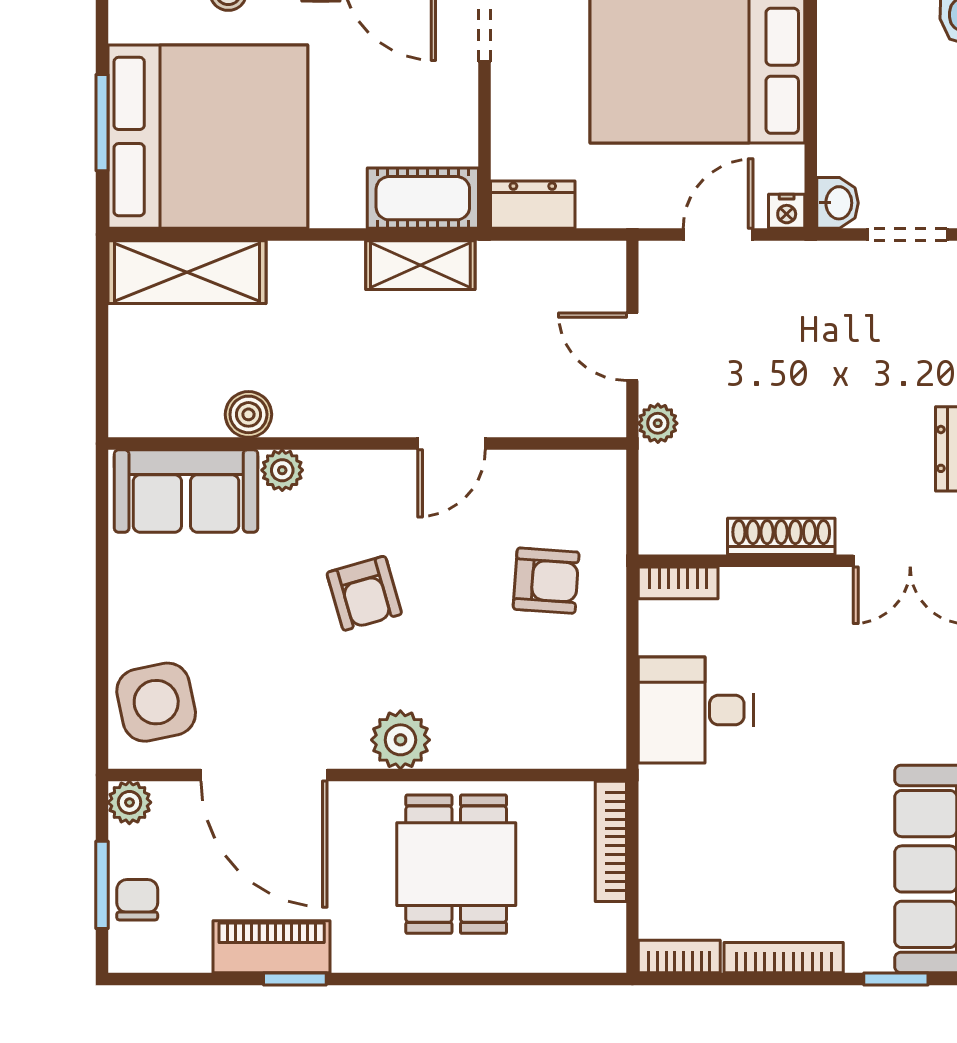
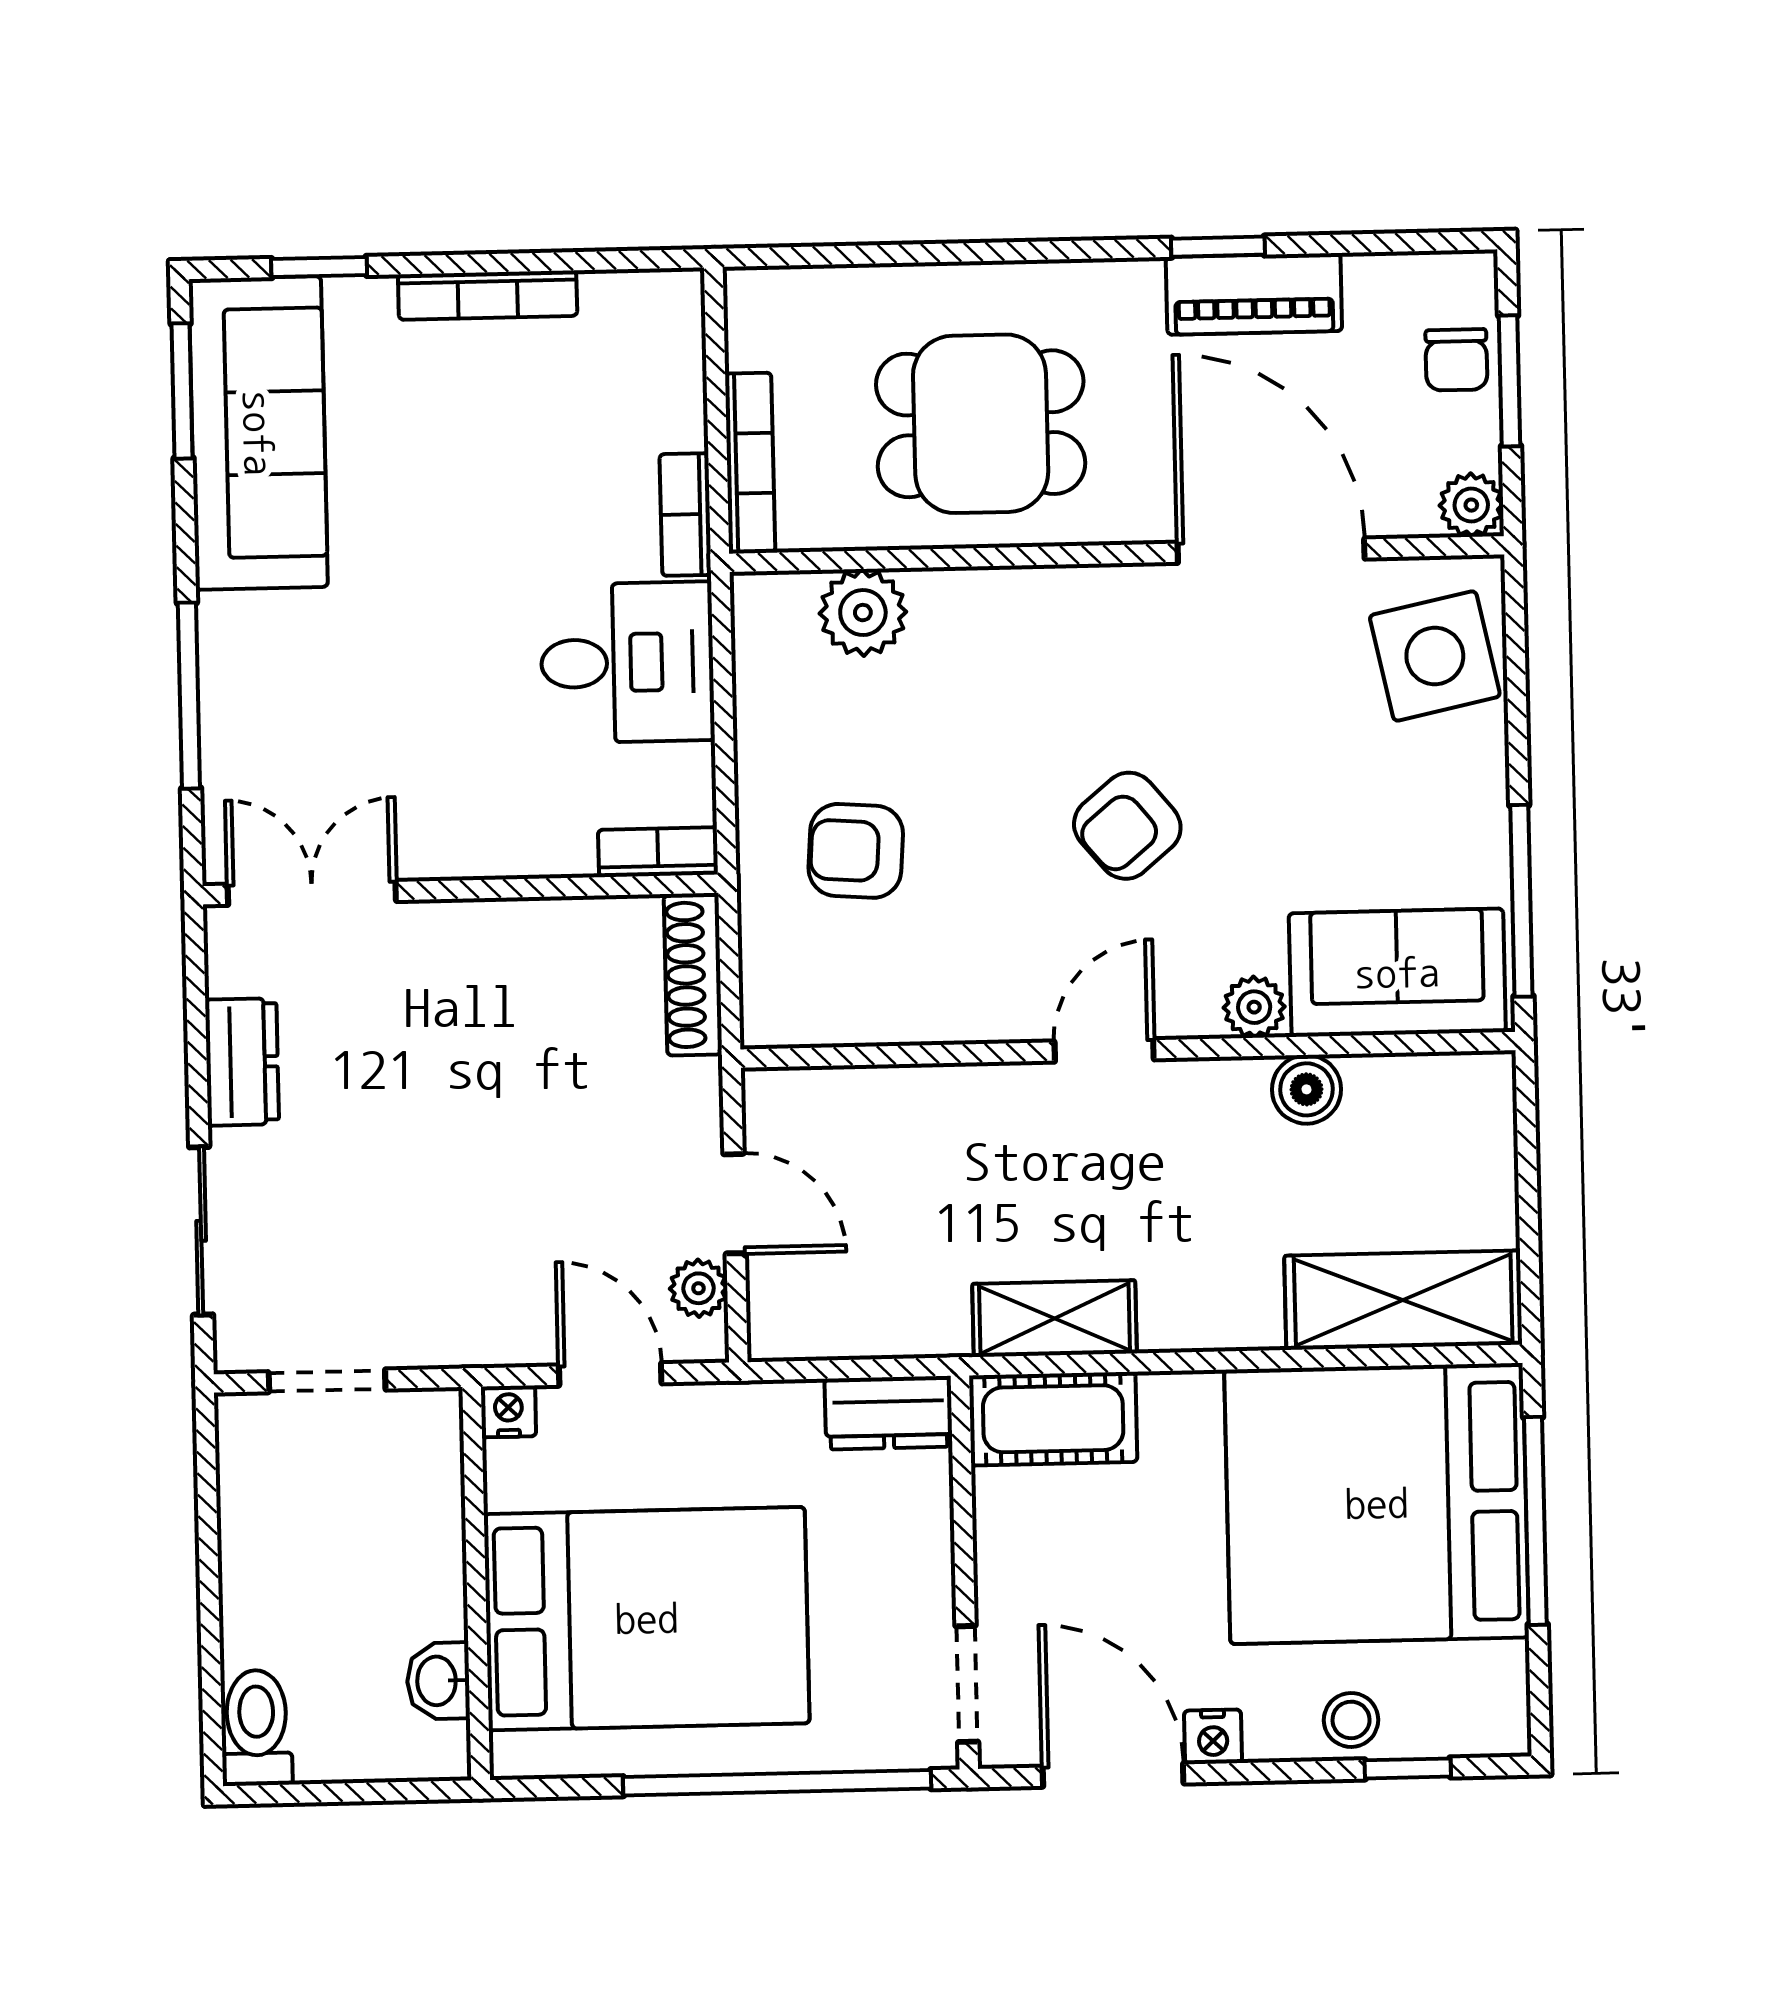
window: (102, 123) -> (1535, 1521), width x1.44
washbasin: (838, 203) -> (438, 1681), moved
door: (718, 234) -> (610, 1374), swing flipped
plant: (658, 423) -> (699, 1288), moved
door: (451, 444) -> (1104, 1050), moved
shoe rack: (781, 536) -> (693, 975), moved, turned 90
window: (102, 537) -> (1521, 901), added
armchair: (364, 593) -> (1127, 826), turned -114
plant: (400, 740) -> (863, 613), moved
dining table: (456, 864) -> (981, 424), turned 90
bookcase: (679, 957) -> (685, 515), moved, turned 90

